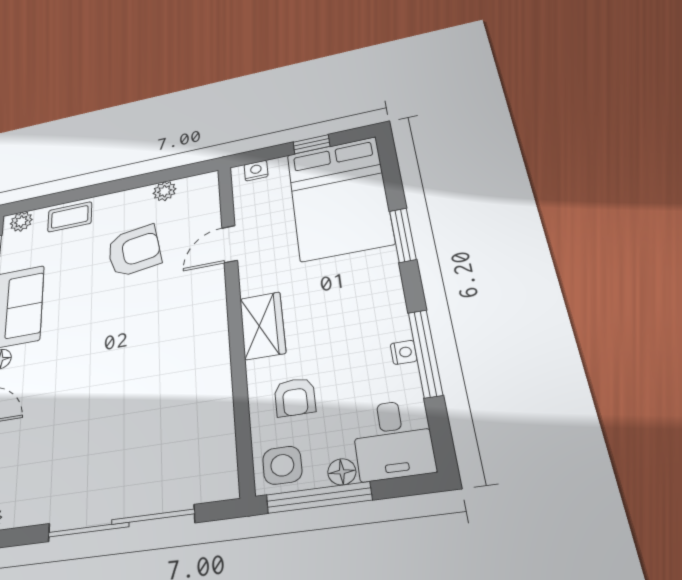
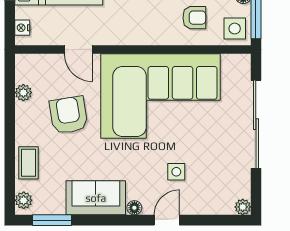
wardrobe: (262, 326) -> (143, 33), removed
corner sofa: (164, 367) -> (160, 96), added
side table: (49, 409) -> (176, 172), added

